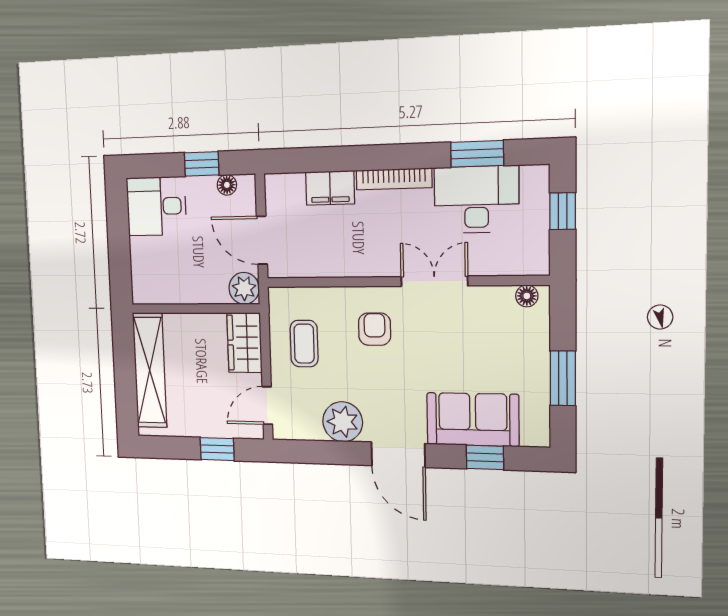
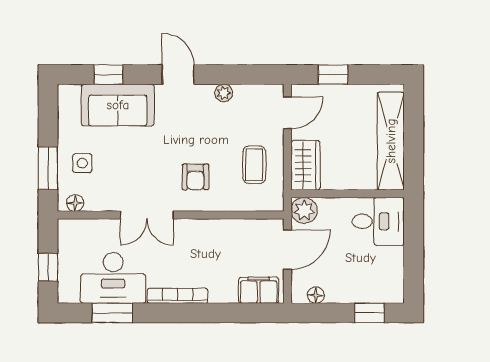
window: (202, 164) -> (370, 313), moved
filing cabinet: (330, 188) -> (259, 290), moved
desk: (156, 206) -> (378, 221), moved
door: (262, 240) -> (287, 250), hinge flipped
side table: (518, 347) -> (82, 163), added
window: (563, 378) -> (48, 168), moved
plant: (343, 422) -> (224, 93), width x0.53, depth x0.53
door: (398, 455) -> (178, 75), width x0.73

